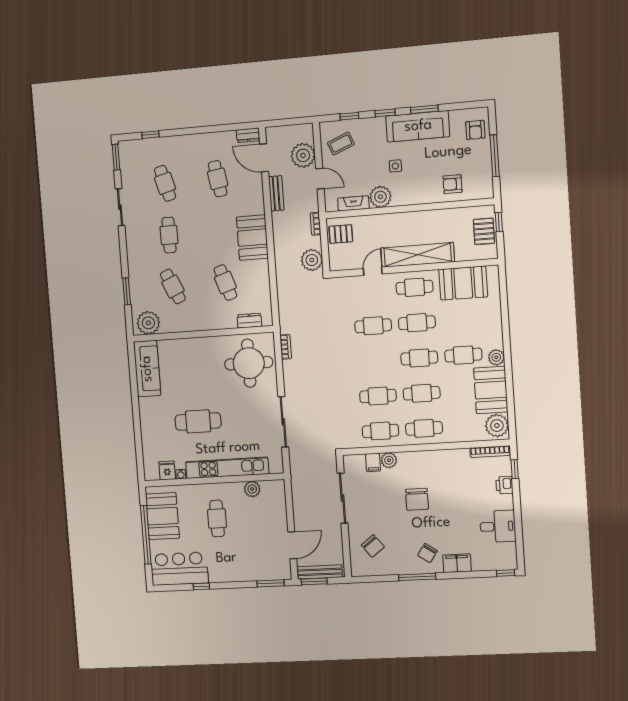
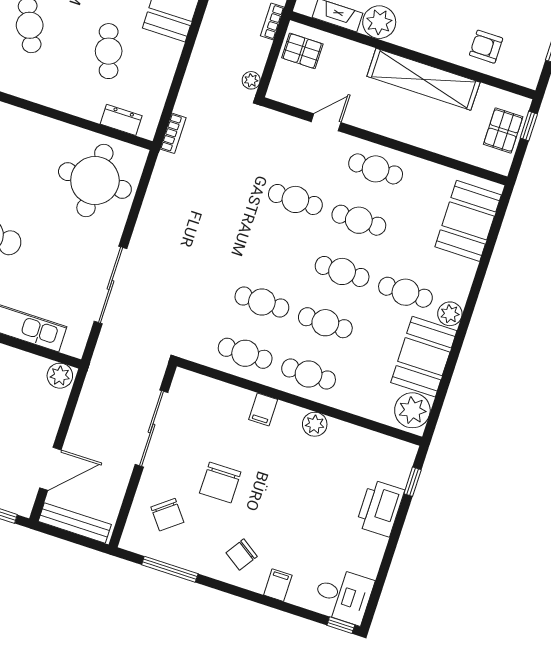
shelving: (418, 255) -> (423, 79), moved
plant: (312, 260) -> (251, 80), width x0.53, depth x0.53
booth: (463, 283) -> (468, 221), moved, turned 90
bookcase: (286, 347) -> (173, 133), moved
bookcase: (490, 452) -> (388, 443), removed
plant: (389, 460) -> (315, 424), moved
filing cabinet: (373, 462) -> (263, 409), moved
printer: (504, 485) -> (380, 508), width x1.87, depth x1.48
plant: (252, 489) -> (60, 376), moved
chair: (417, 499) -> (220, 483), moved
desk: (498, 526) -> (343, 596), moved
filing cabinet: (457, 563) -> (278, 585), width x0.50
window: (417, 577) -> (170, 569), moved
window: (314, 581) -> (61, 534), removed

